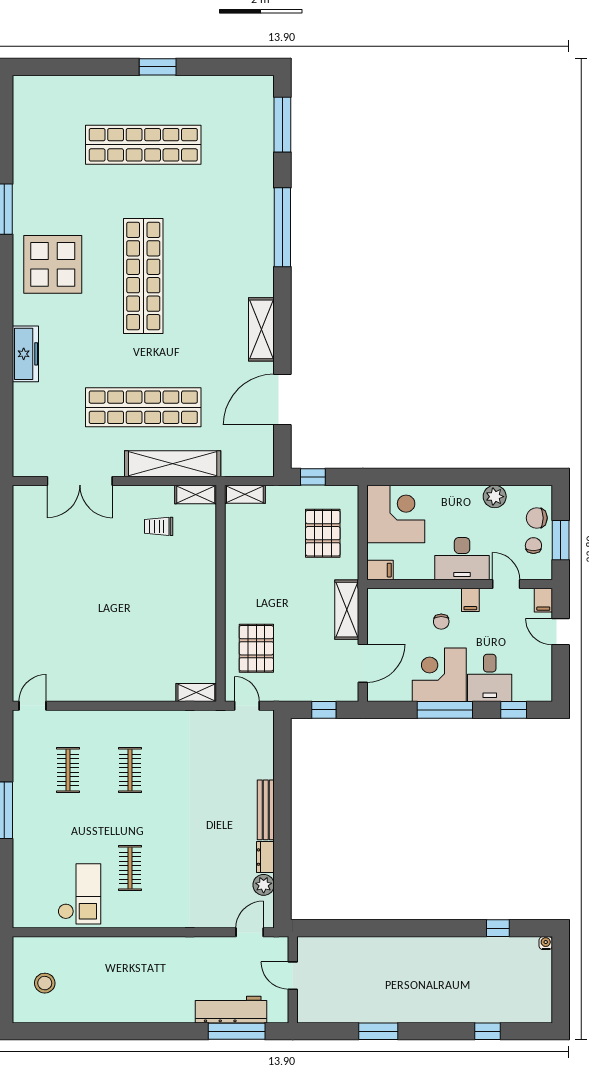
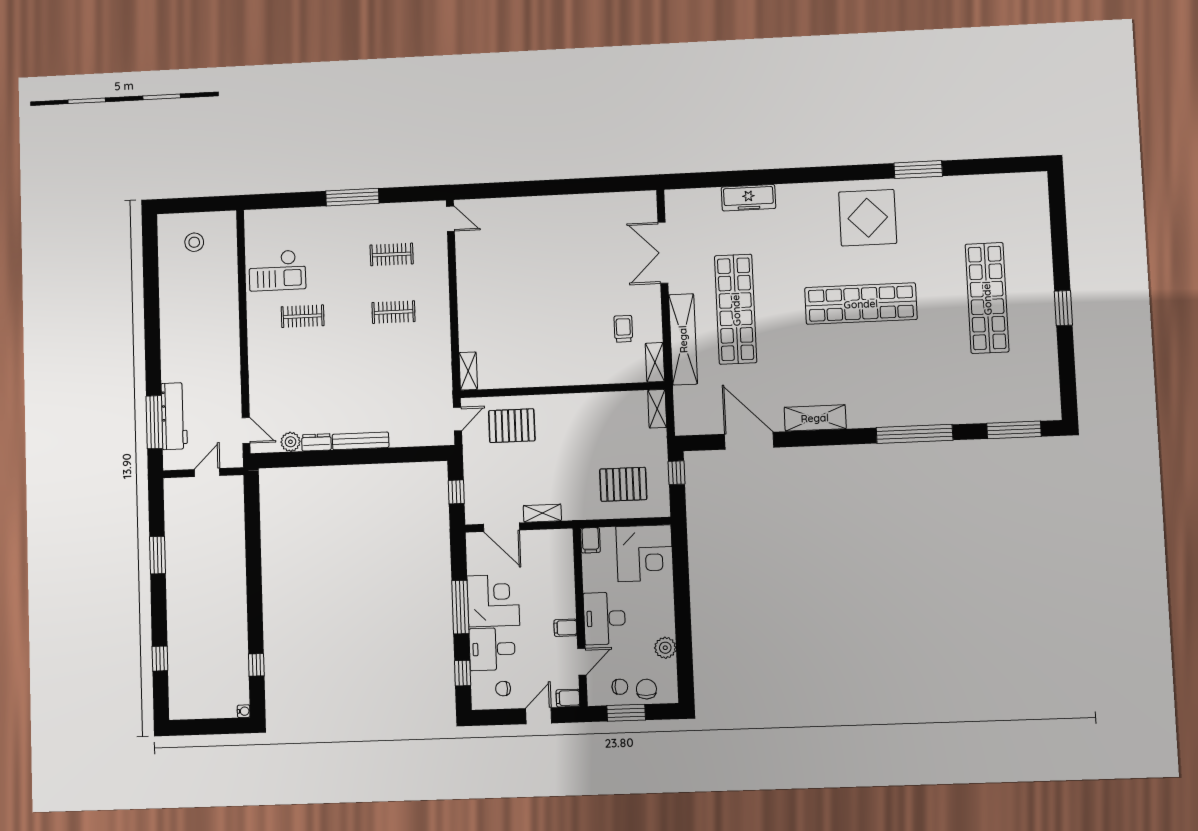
freezer: (25, 354) -> (748, 198), moved
shelving: (347, 610) -> (542, 513), width x0.67, depth x0.75
chair: (441, 622) -> (503, 689), moved

